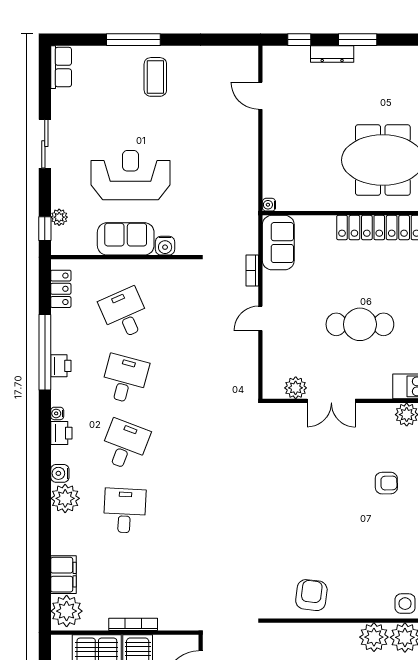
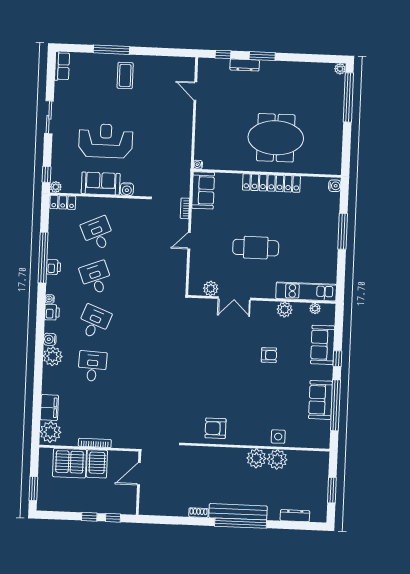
plant: (59, 217) -> (56, 187), moved
locker: (61, 289) -> (63, 202), moved, turned 90
desk: (125, 379) -> (96, 278), turned -36
armchair: (311, 595) -> (215, 428), turned -97

